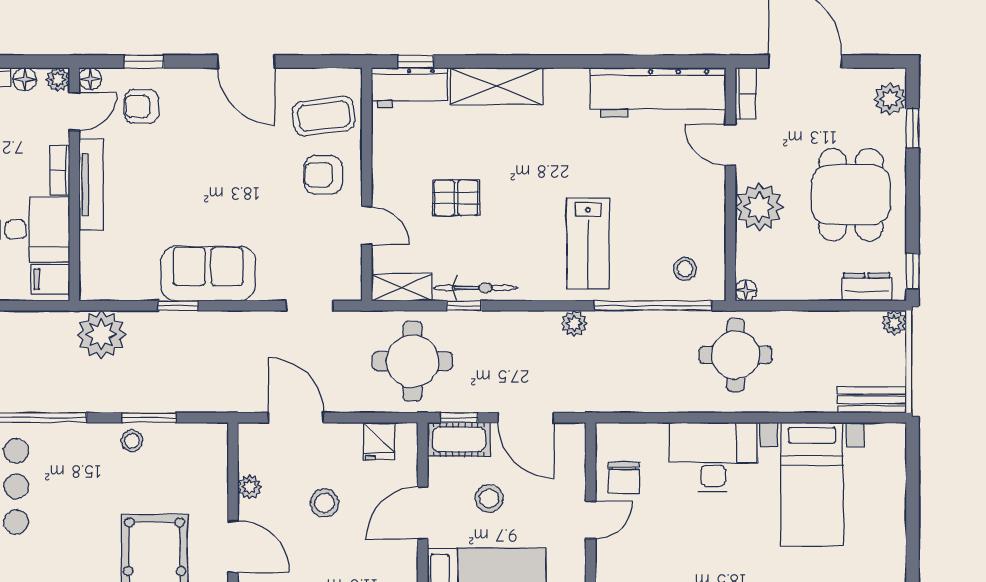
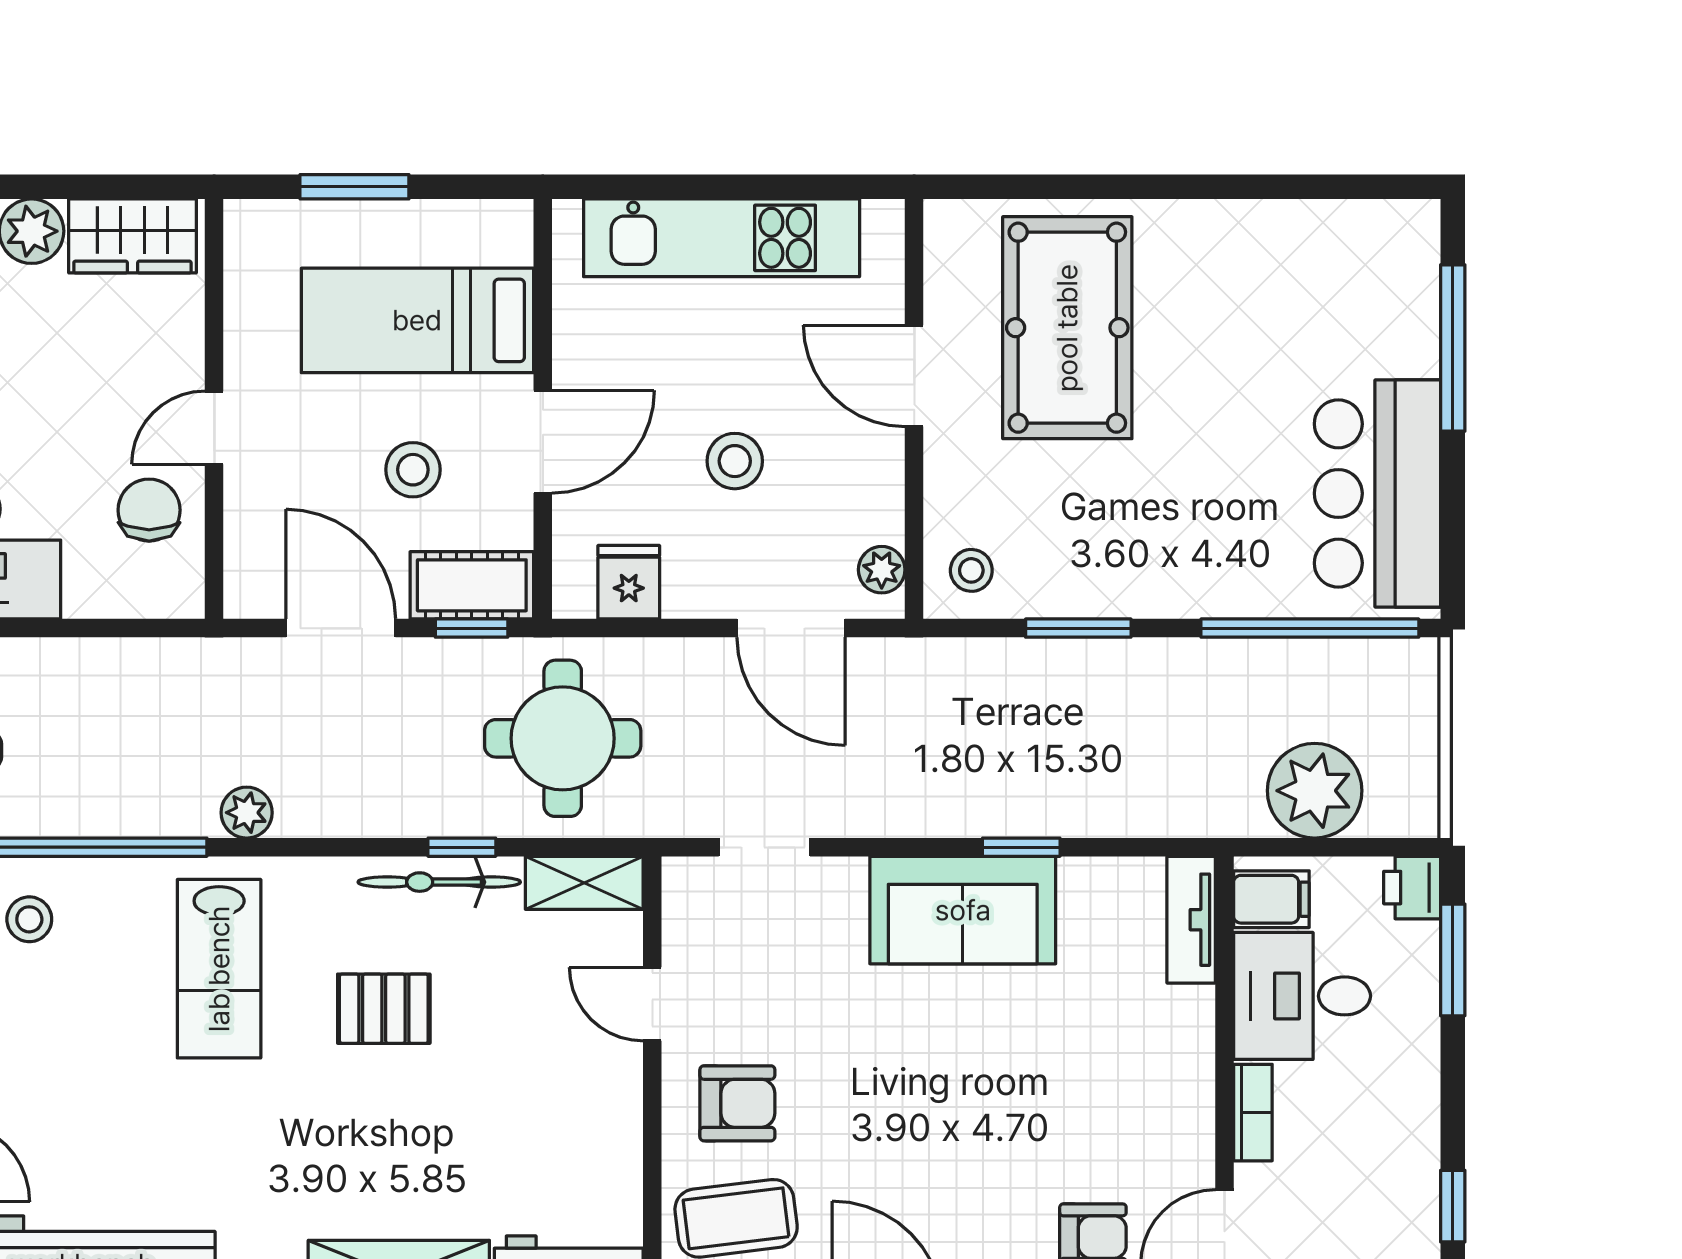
tv unit: (91, 184) -> (1191, 920), moved, width x0.71
pallet: (456, 198) -> (384, 1009), moved
lab bench: (588, 244) -> (219, 969), turned 180
plant: (101, 335) -> (1315, 791), moved
stool: (132, 441) -> (971, 570), moved
plant: (249, 487) -> (882, 570), moved

